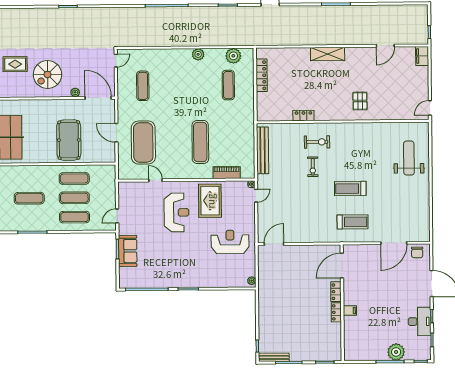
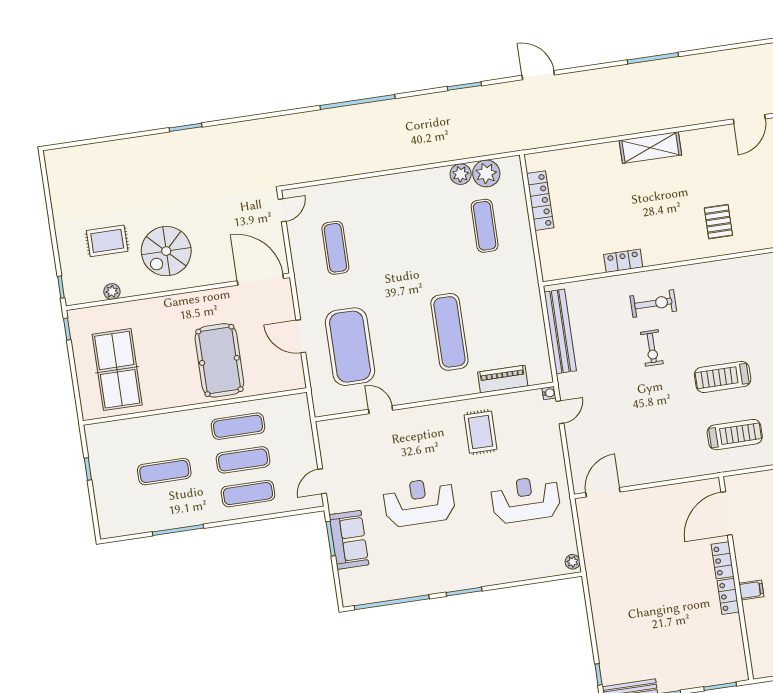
plant: (198, 54) -> (461, 174), moved
plant: (75, 92) -> (112, 291), moved
rug: (210, 201) -> (481, 432), width x0.73, depth x0.70
reception desk: (176, 212) -> (419, 502), moved, turned -90

